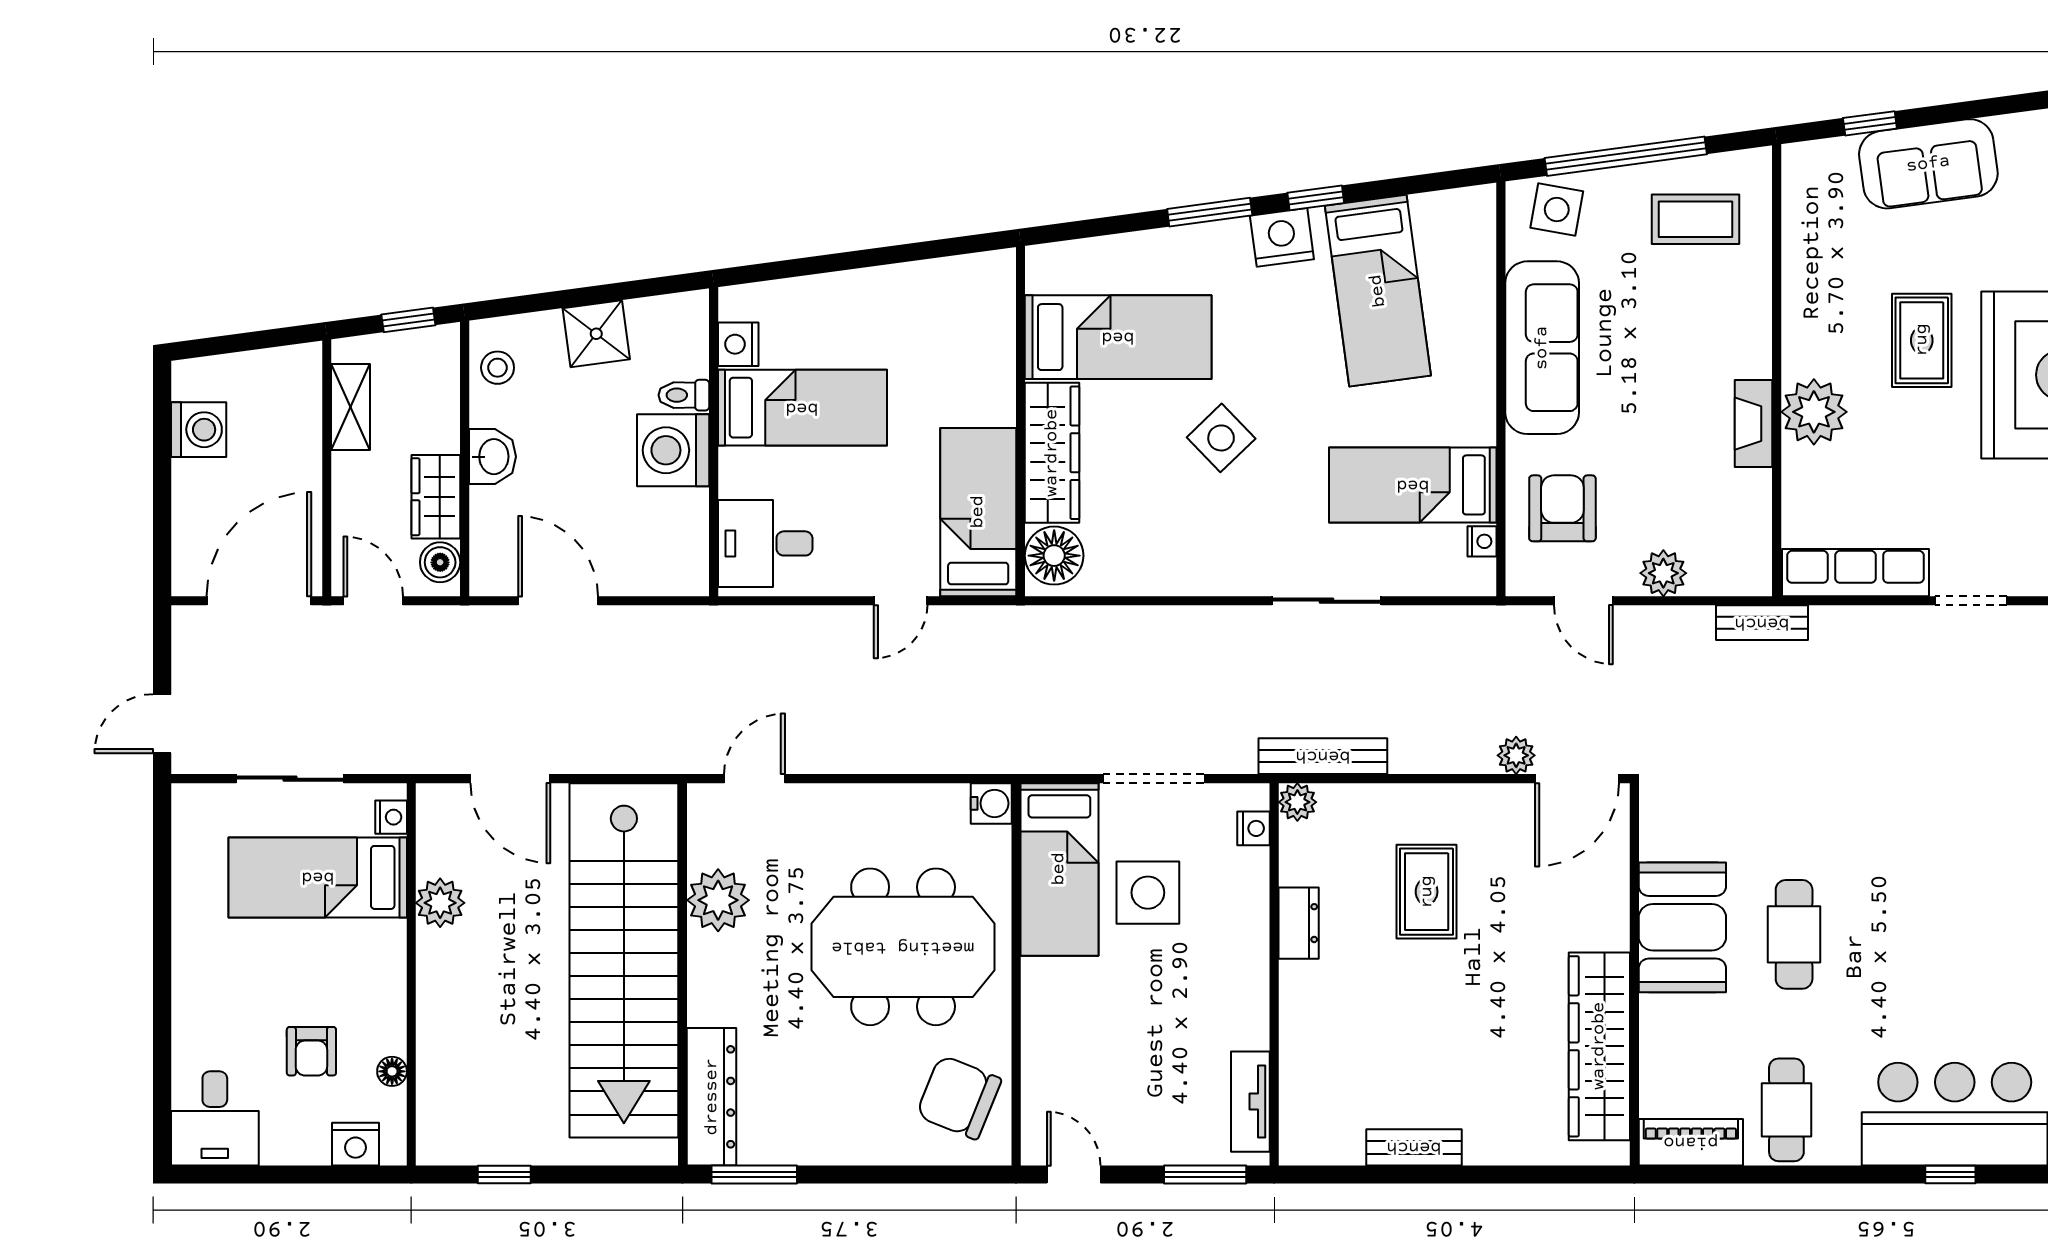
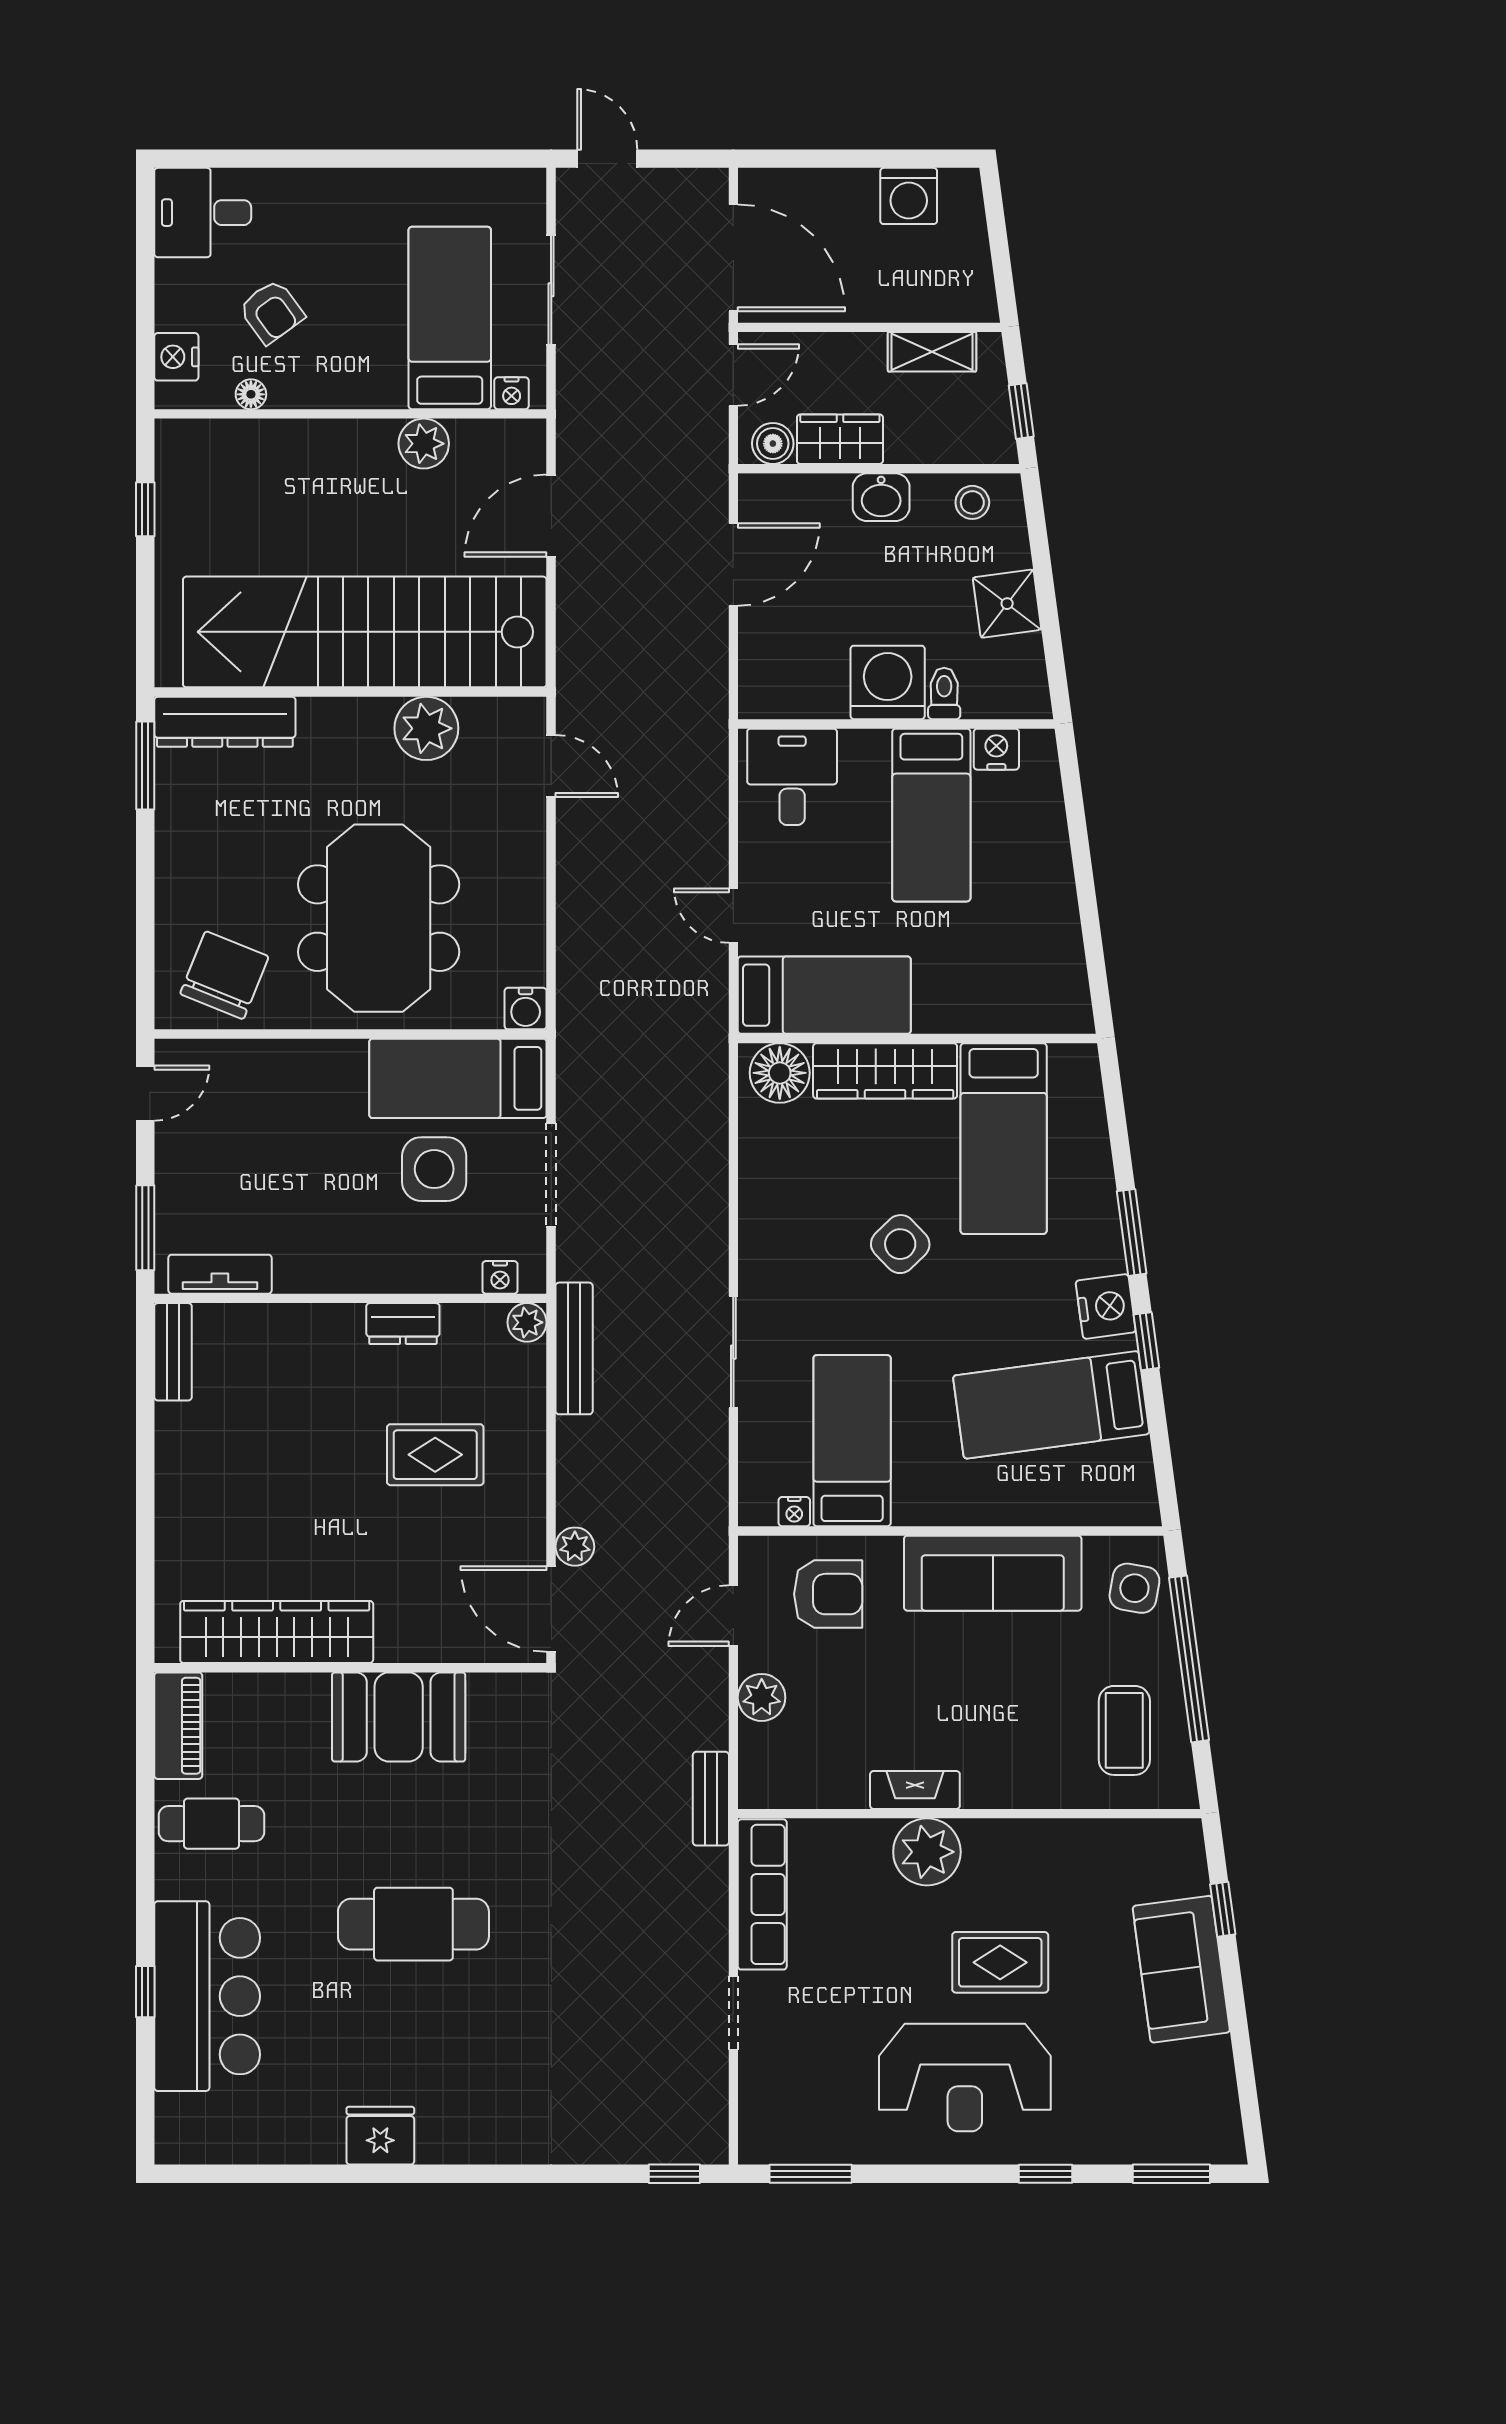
cafe table: (1794, 934) -> (413, 1924), moved, width x1.37, depth x1.35
armchair: (311, 1051) -> (272, 312), turned -126
bench: (1414, 1147) -> (173, 1352), moved

